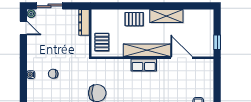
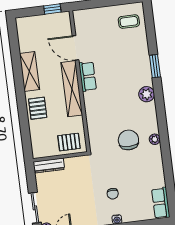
door: (182, 58) -> (76, 48), hinge flipped
row of seats: (144, 65) -> (88, 76), moved

